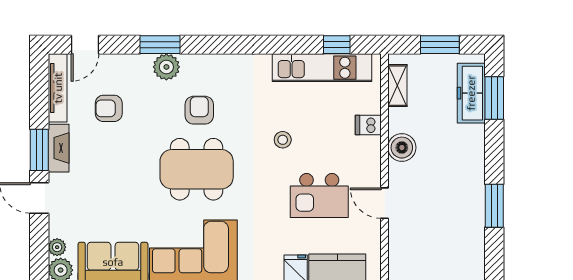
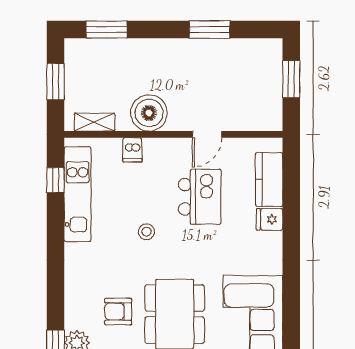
freezer: (471, 93) -> (102, 51), removed
boiler: (402, 148) -> (149, 113), width x1.37, depth x1.37

